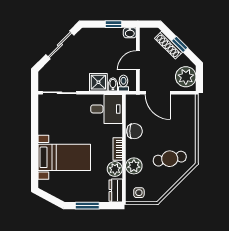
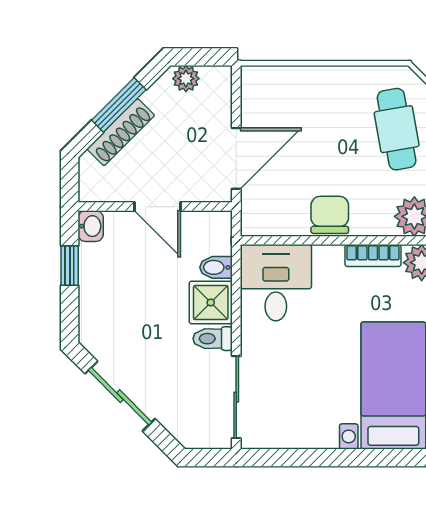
window: (180, 44) -> (119, 105), width x1.50
plant: (186, 77) -> (186, 79), width x0.53, depth x0.53
toilet: (123, 83) -> (213, 339), moved

